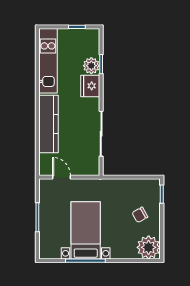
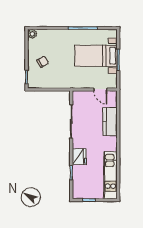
plant: (91, 66) -> (78, 172), removed
kitchen counter: (48, 124) -> (110, 122), width x0.67
bed with nightstands: (86, 230) -> (96, 56), moved, turned 90
plant: (149, 247) -> (32, 34), width x0.53, depth x0.53

